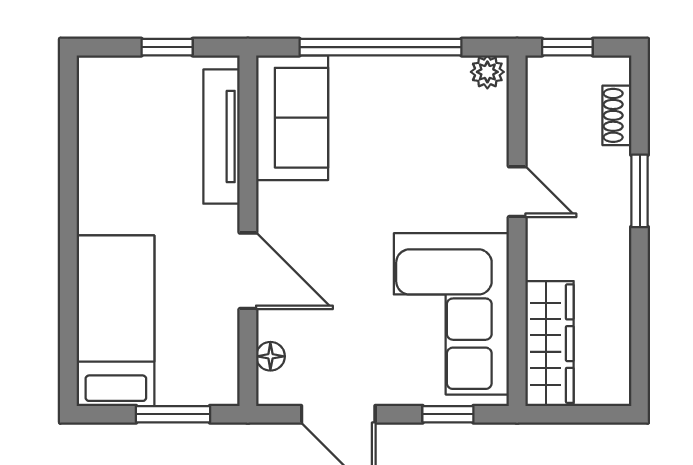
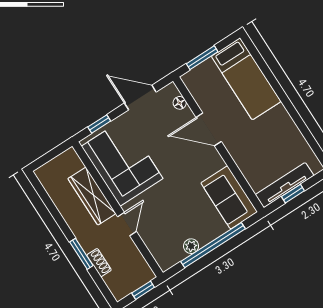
plant: (487, 72) -> (191, 246), moved
shoe rack: (617, 115) -> (99, 263), moved
tv unit: (222, 137) -> (284, 185), moved, turned -90
door: (517, 192) -> (127, 224), swing flipped
wardrobe: (549, 344) -> (92, 196), moved

